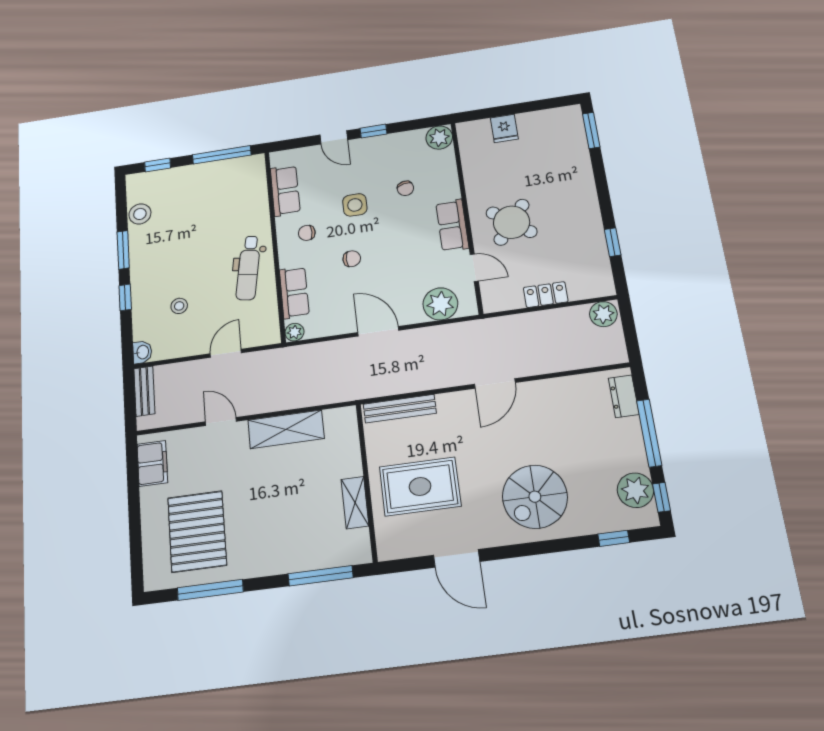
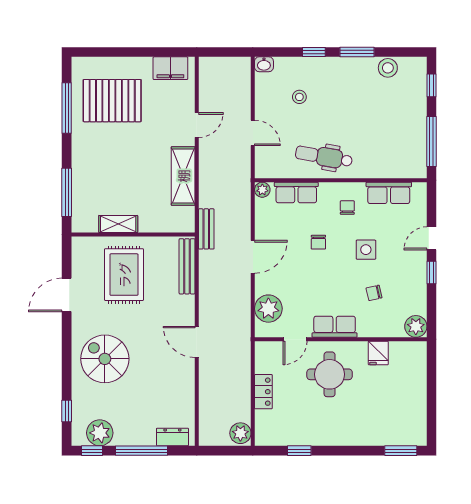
fridge: (504, 128) -> (378, 353), moved, turned -90
round table: (512, 222) -> (330, 374), turned -38
bench: (144, 391) -> (206, 229), moved, turned 90

